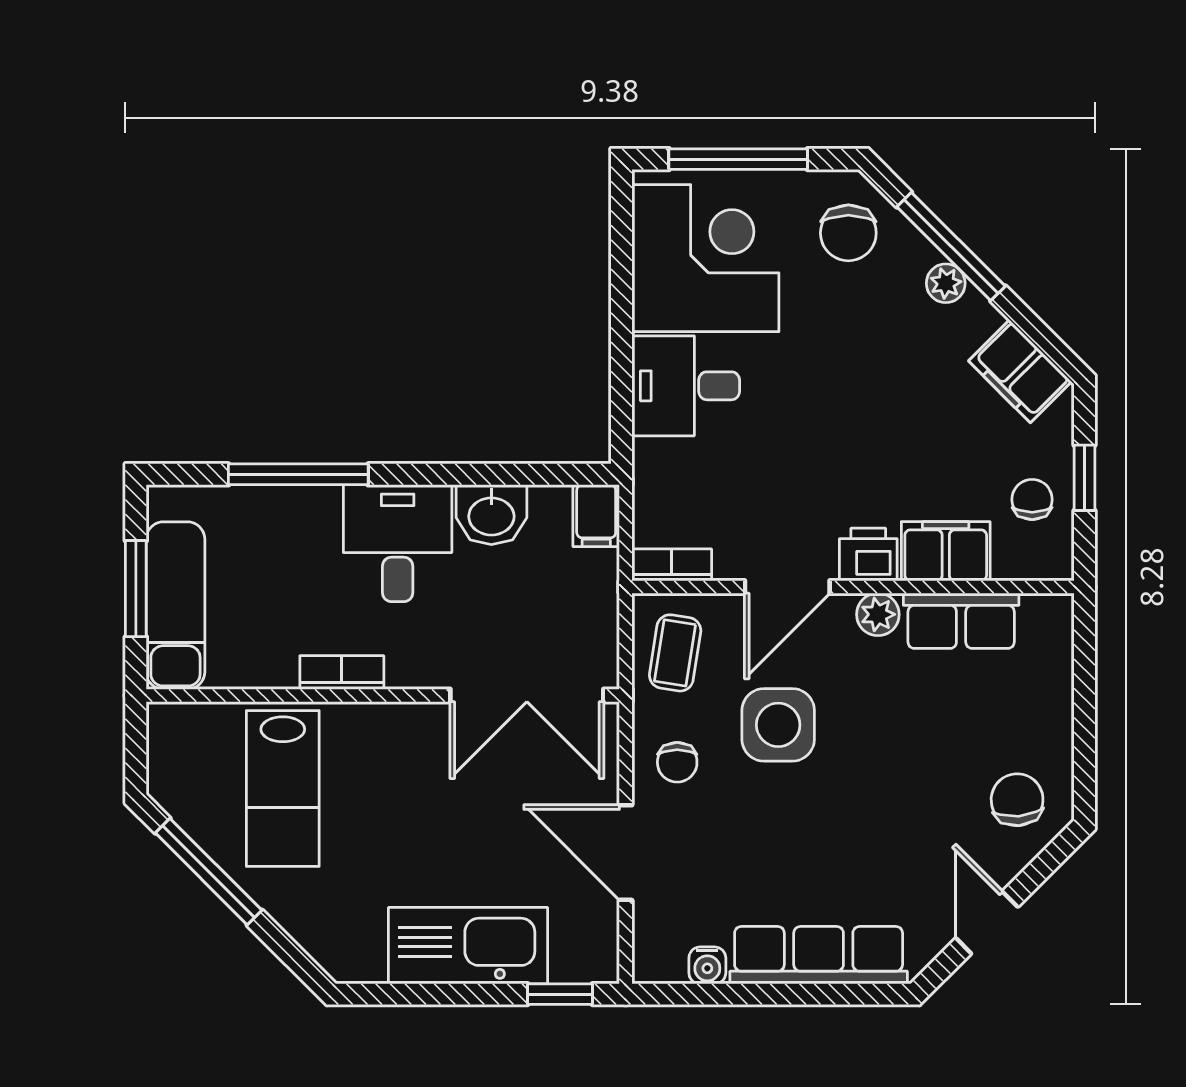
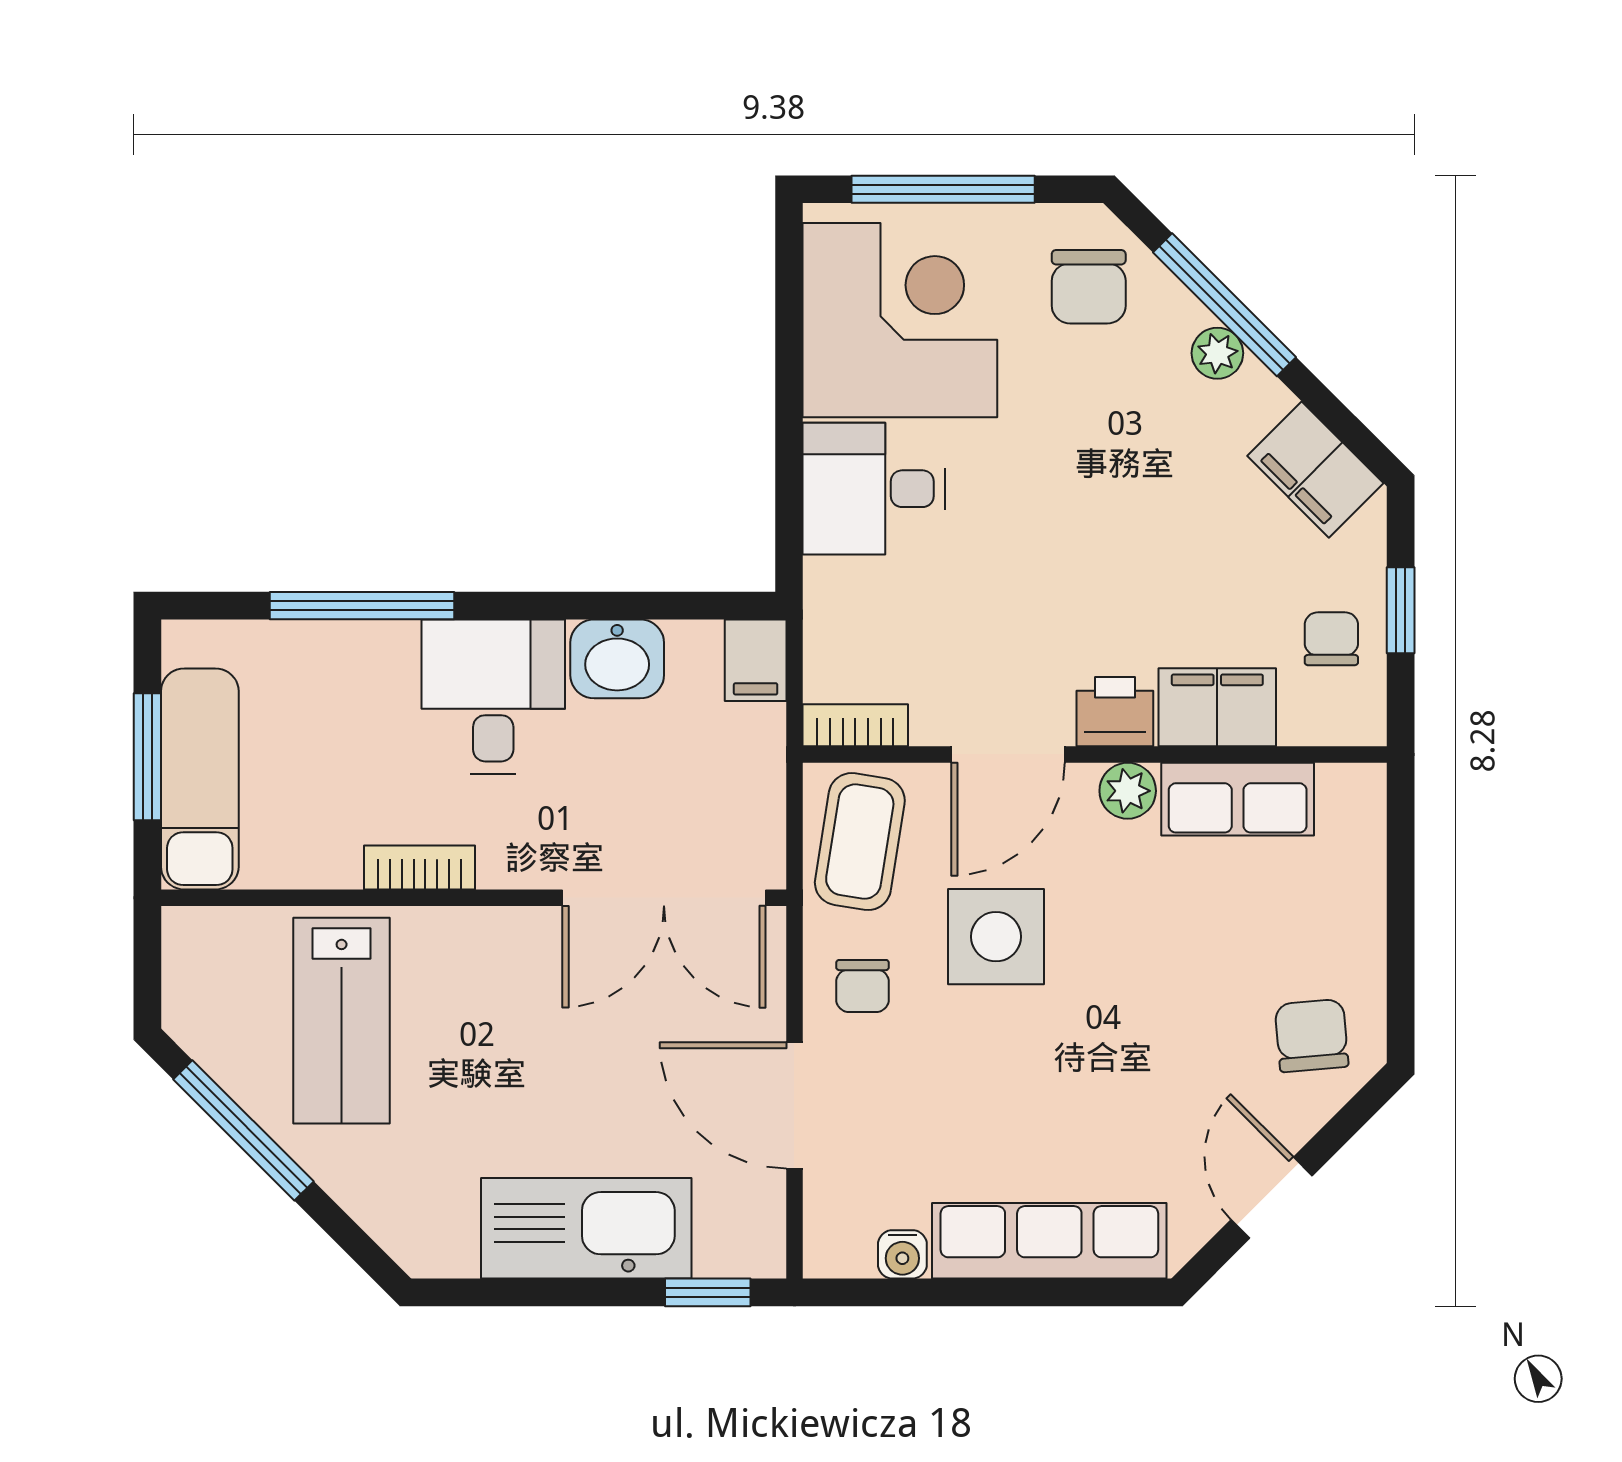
coffee table: (675, 653) -> (860, 842), width x1.36, depth x1.30

